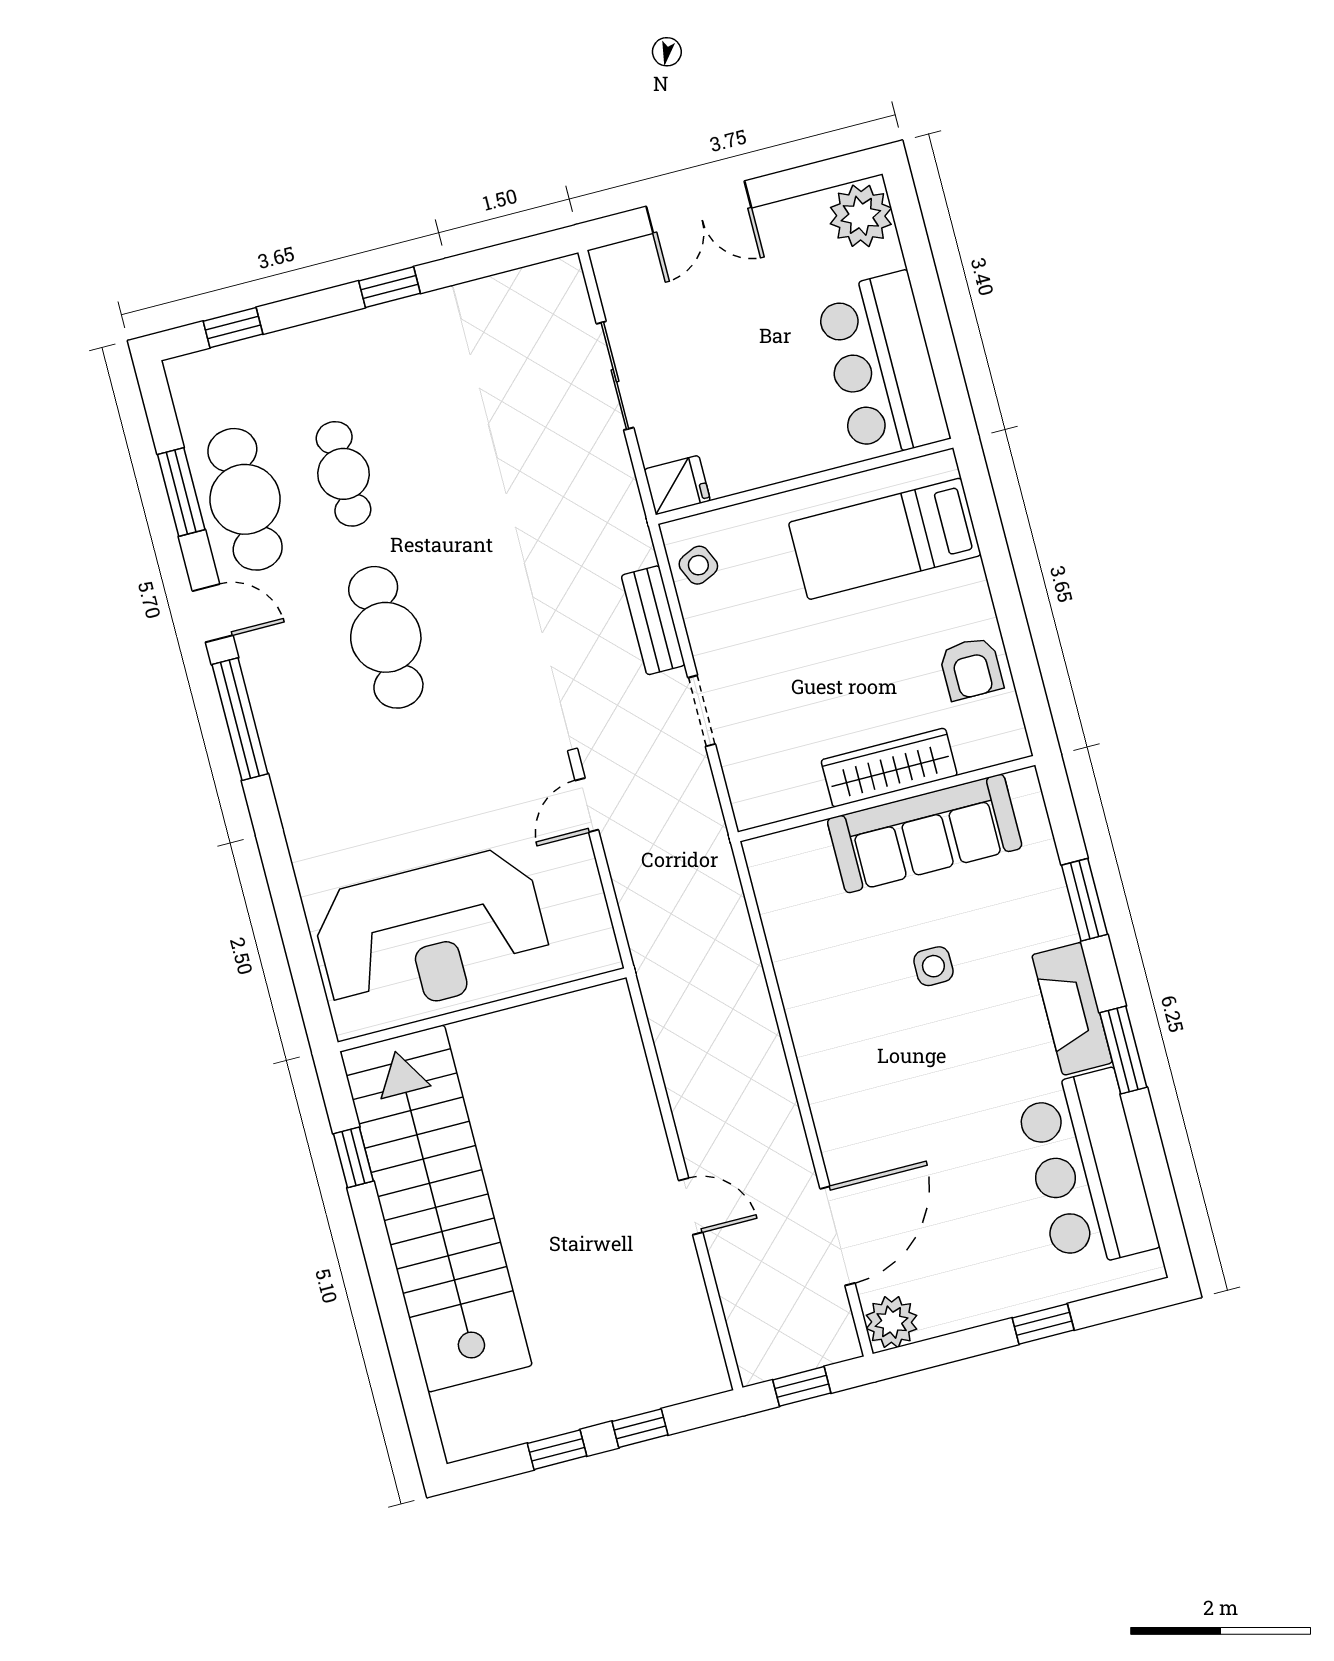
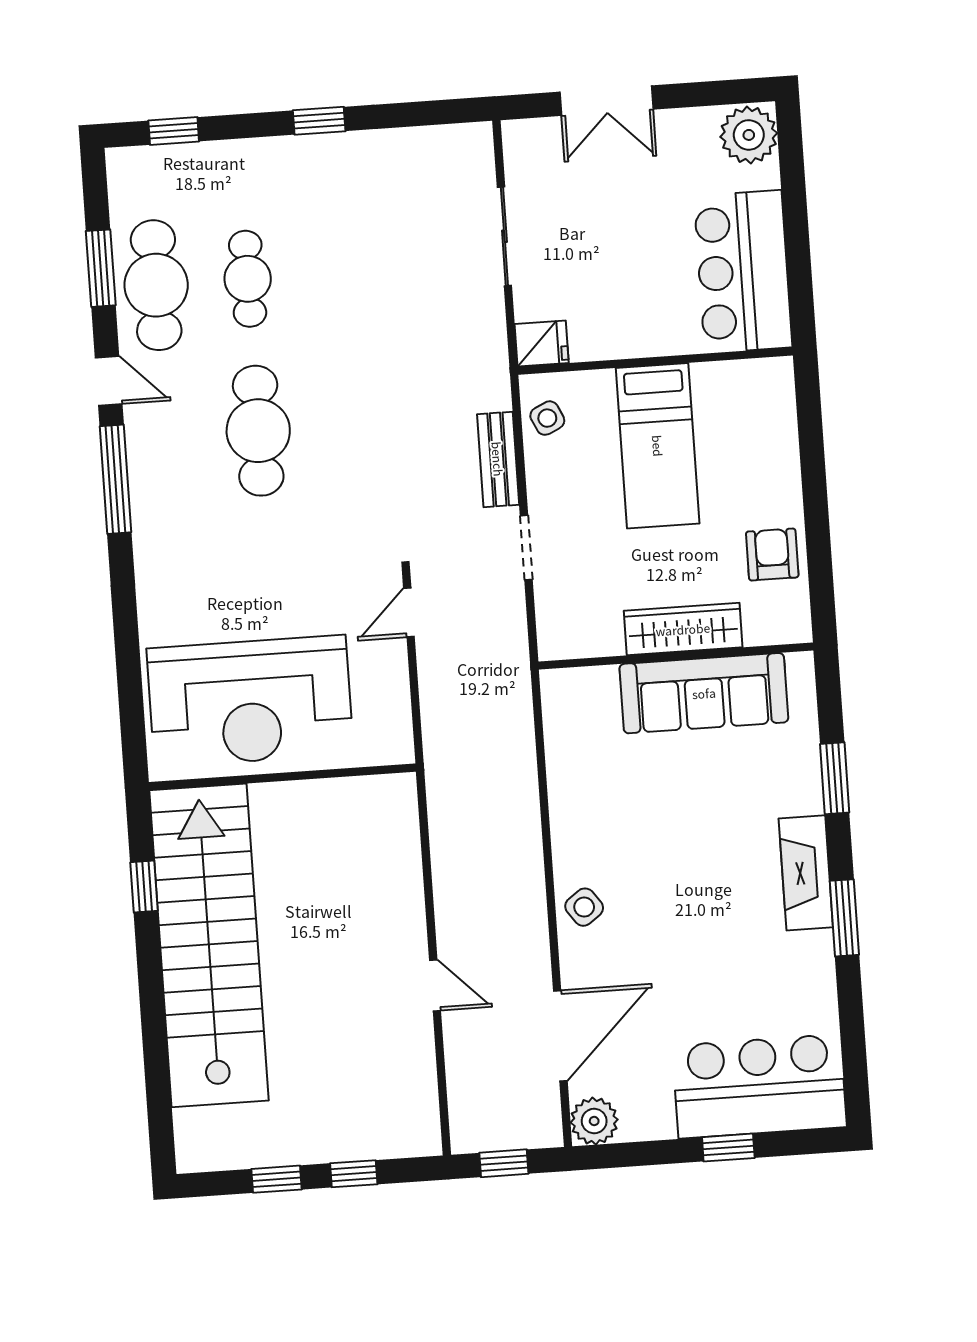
bed: (885, 539) -> (658, 446), moved, turned -90
armchair: (971, 668) -> (772, 554), turned 180
side table: (933, 966) -> (584, 907), moved, turned -36
bar counter: (1087, 1170) -> (759, 1086), moved, turned 90

